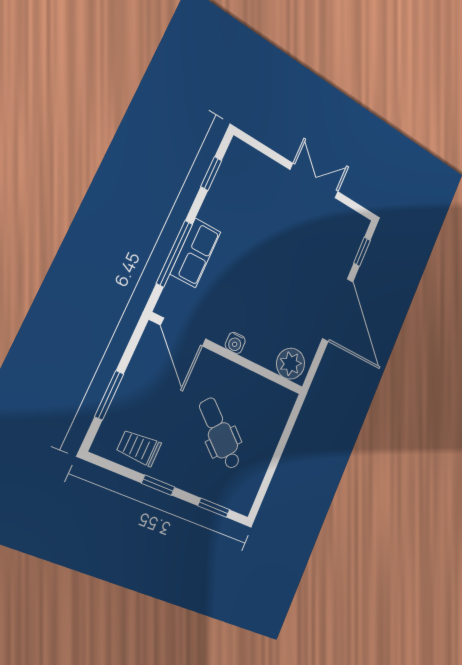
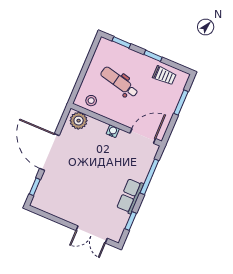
double door: (314, 181) -> (92, 234), moved
row of seats: (195, 253) -> (130, 196), moved
door: (183, 332) -> (143, 136), hinge flipped
stool: (269, 399) -> (91, 101), added
dental chair: (220, 434) -> (119, 82), turned 153

